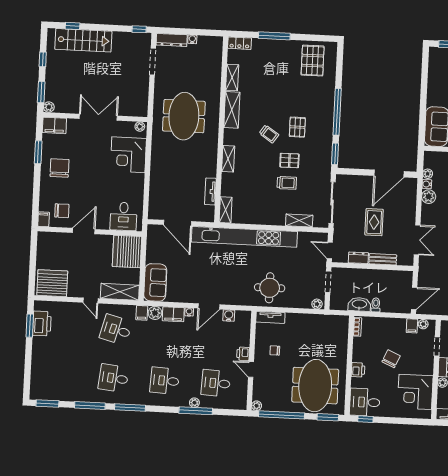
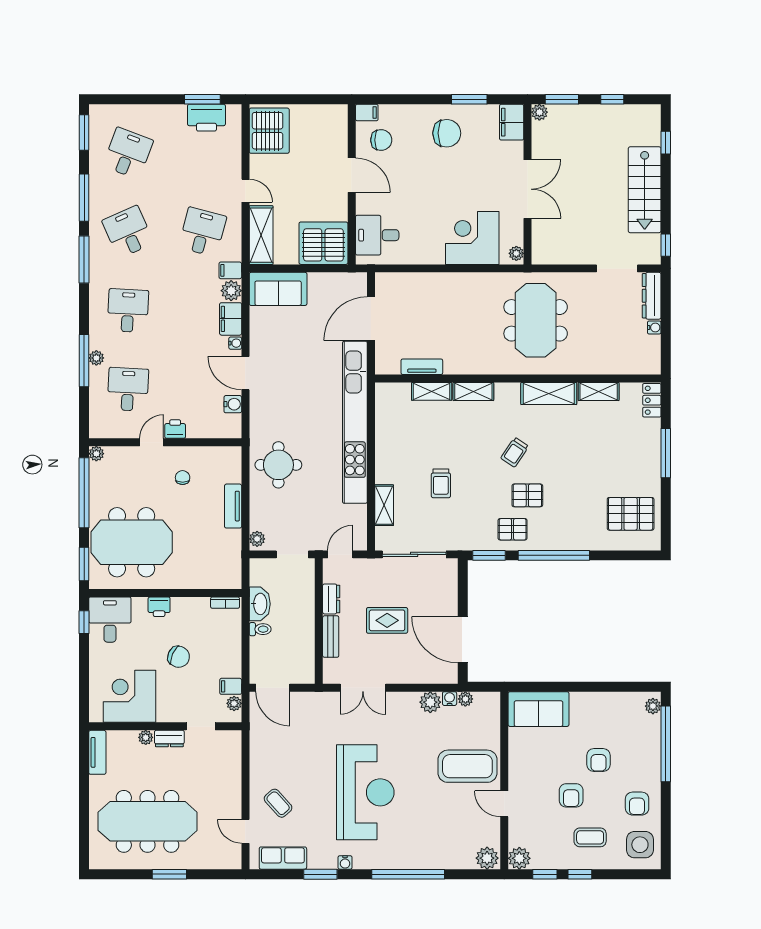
stairs: (83, 40) -> (645, 190), moved
plant: (438, 52) -> (653, 706), added
meeting table: (184, 116) -> (536, 320), turned 90
pallet: (289, 160) -> (513, 529), moved, turned 90
shelving: (226, 210) -> (432, 391), moved
chair: (62, 211) -> (381, 140), turned -90
door: (90, 301) -> (245, 191), swing flipped
tv unit: (270, 317) -> (233, 506), moved
desk: (62, 376) -> (128, 153), added
desk: (114, 378) -> (128, 232), turned -30

